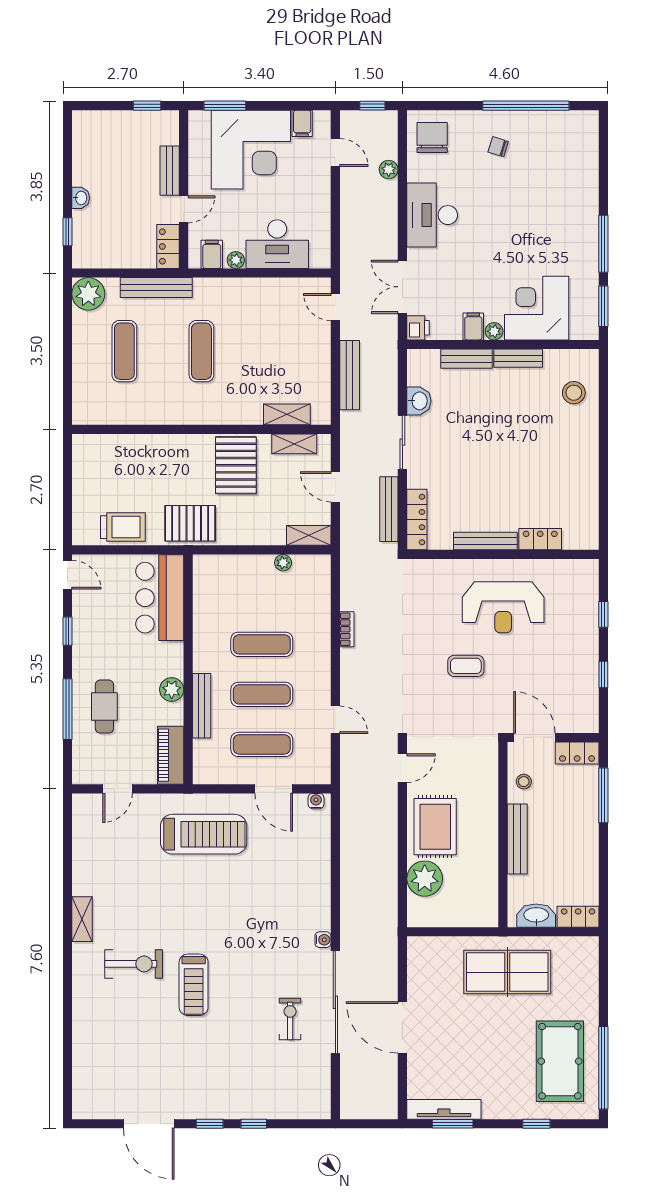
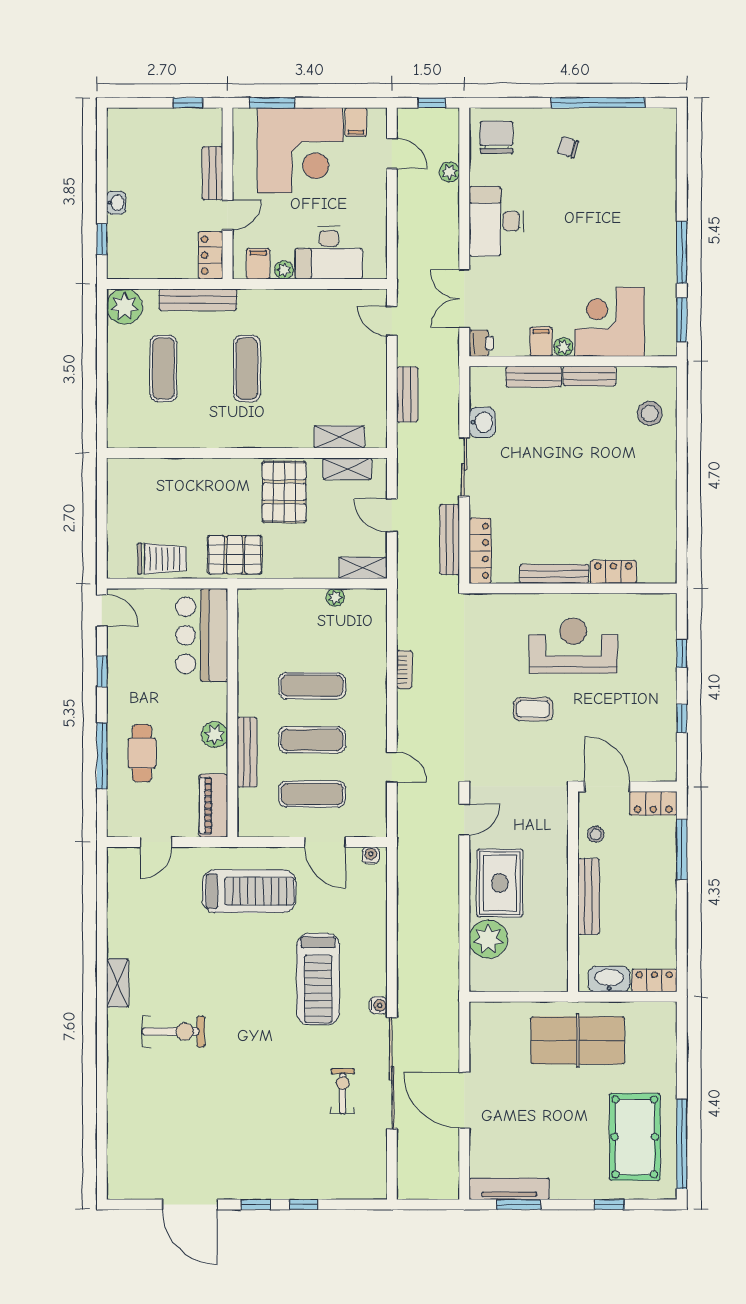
bench: (350, 375) -> (407, 394), width x0.73
reception desk: (503, 607) -> (573, 646), turned 180
treadmill: (194, 985) -> (318, 979), moved, width x1.37, depth x1.38

